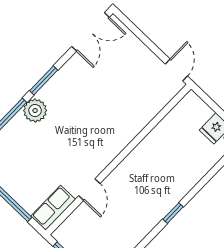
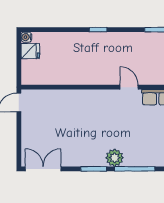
door: (89, 190) -> (129, 87), hinge flipped

